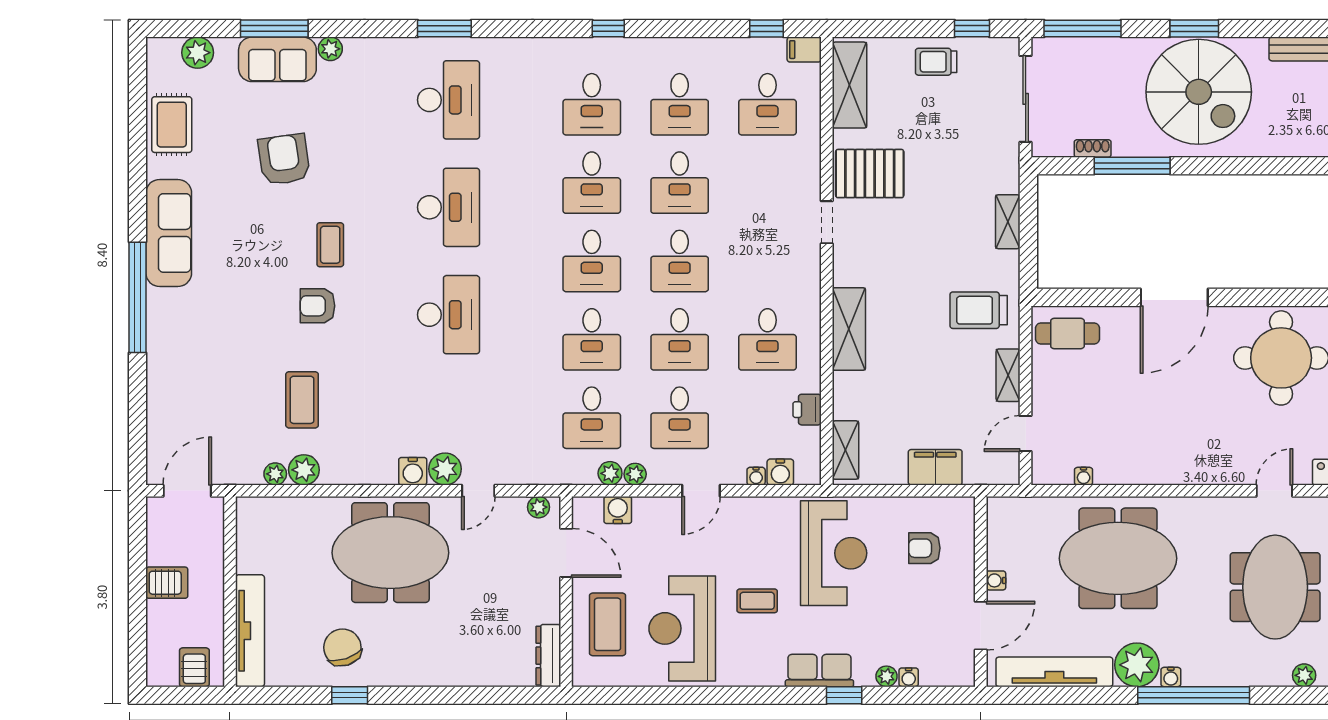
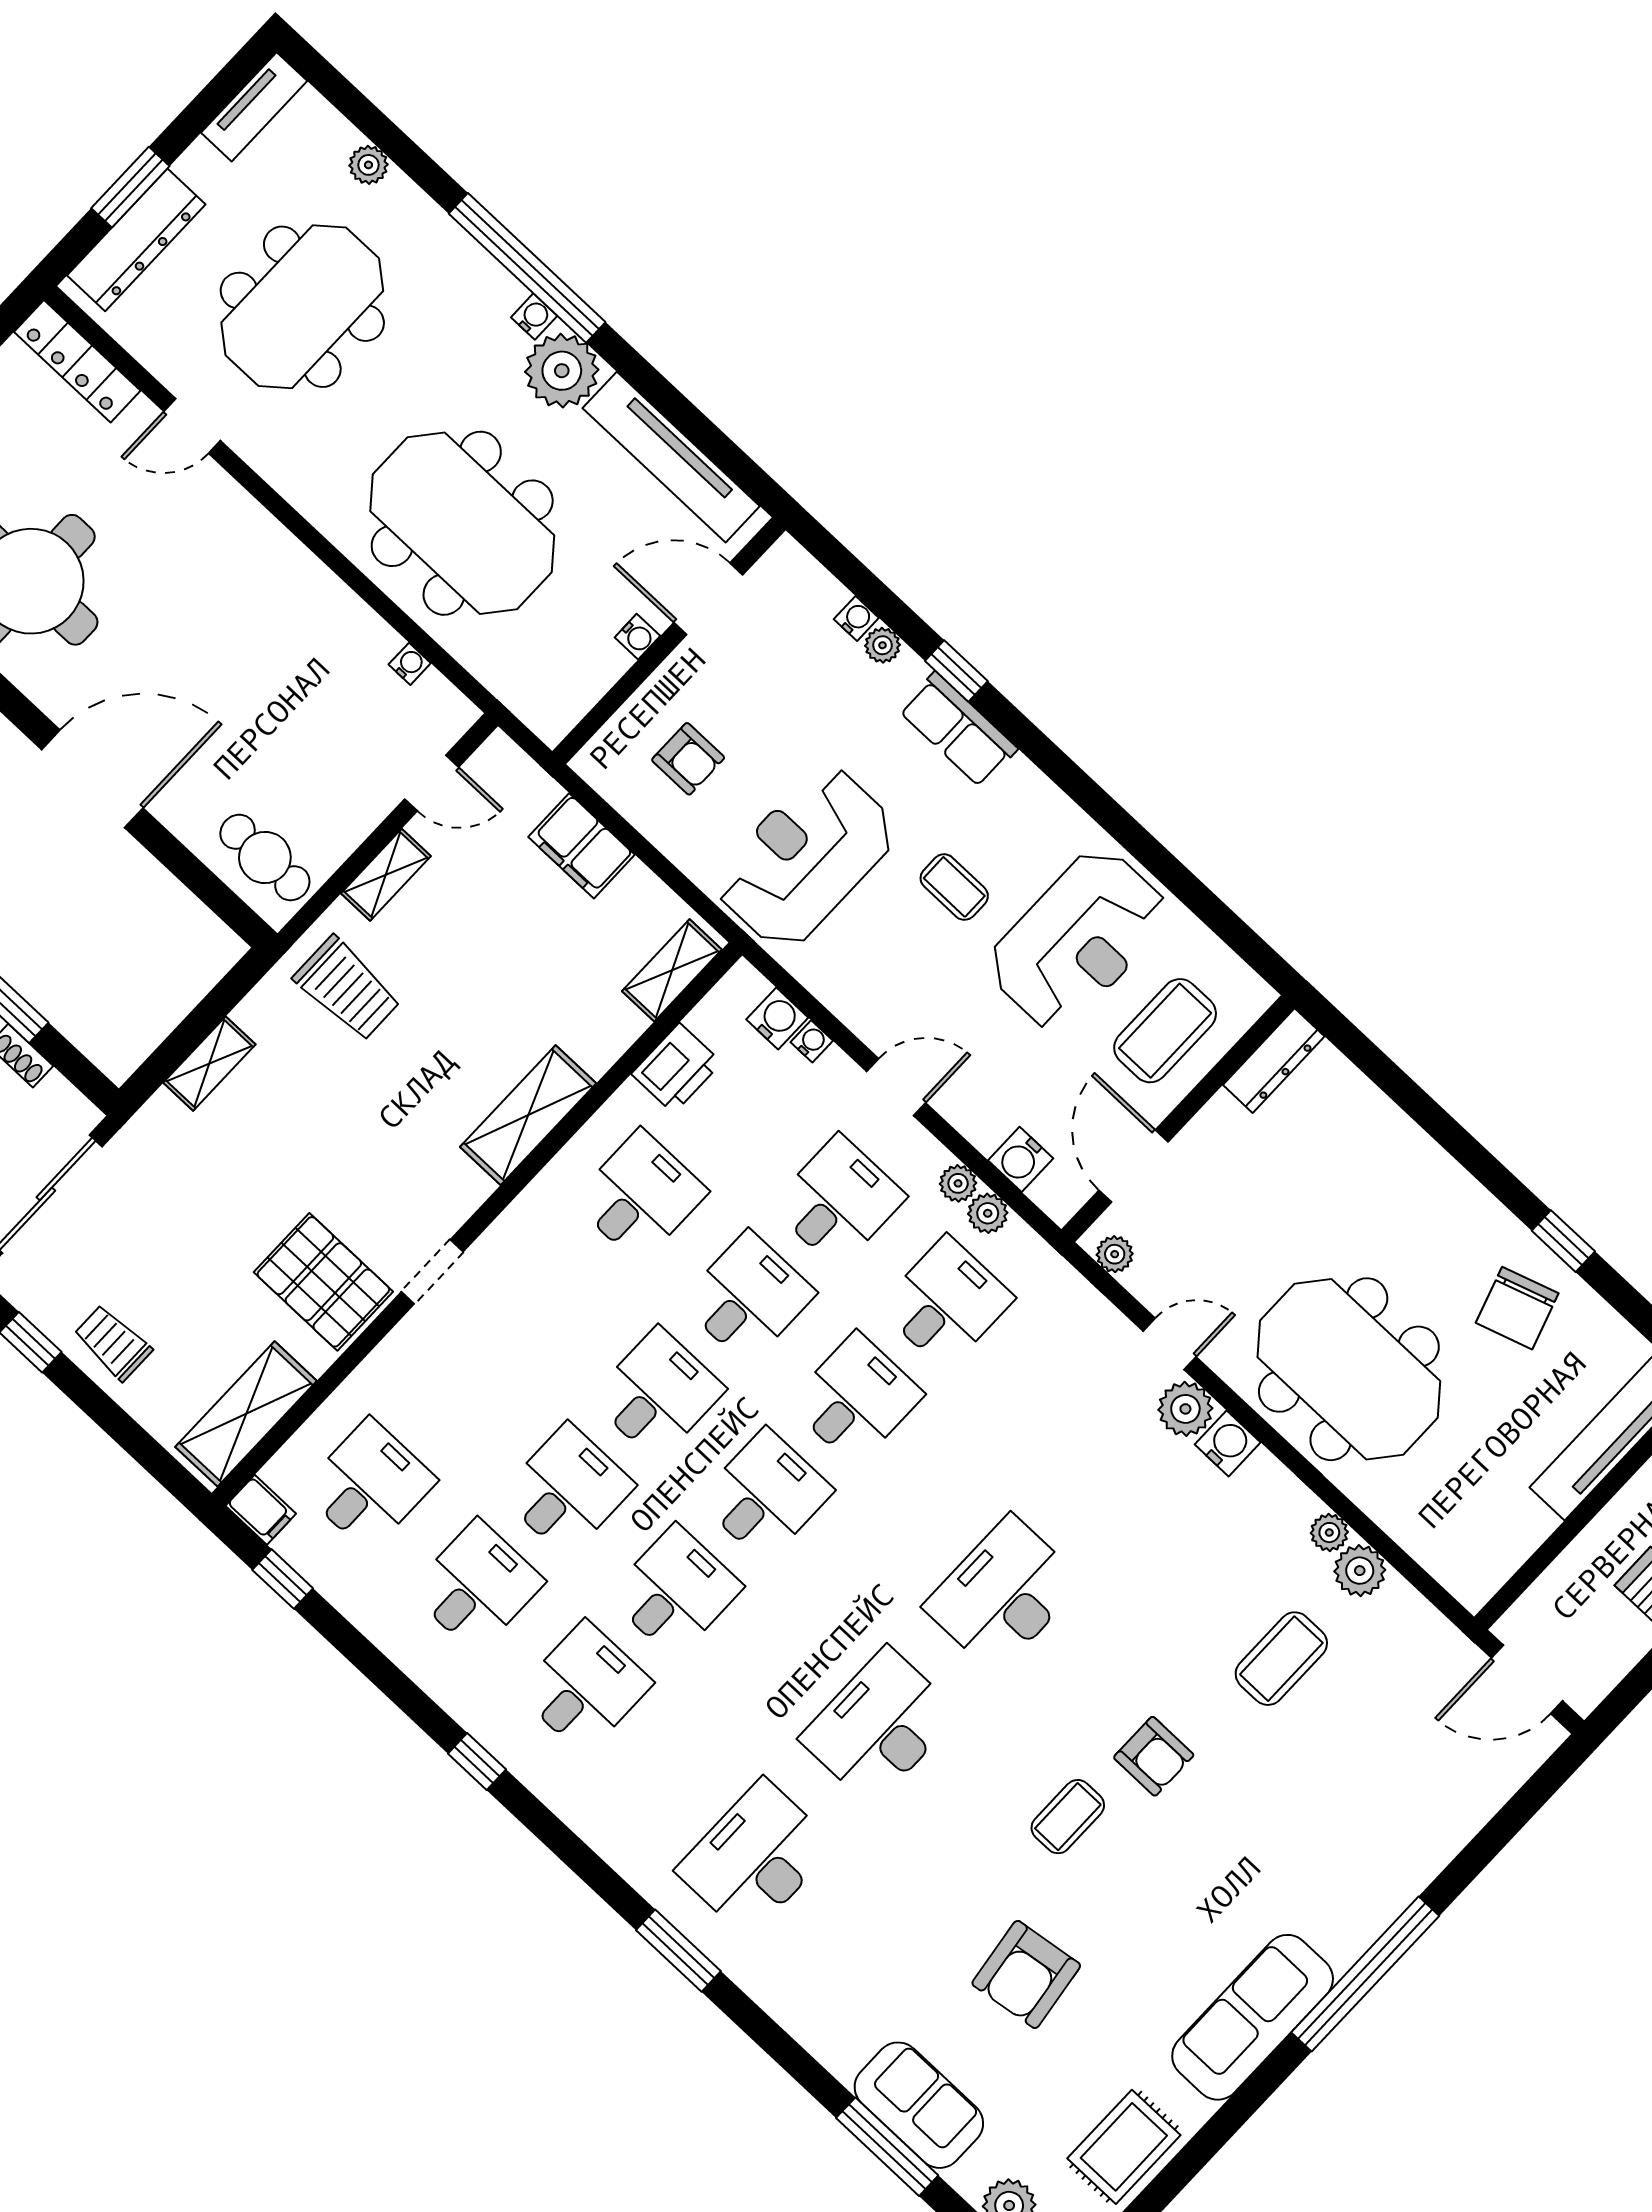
plant: (330, 49) -> (842, 2057), removed
trolley: (936, 62) -> (113, 1343), turned 180
printer: (807, 410) -> (677, 1068), width x1.36, depth x1.24
plant: (275, 474) -> (1329, 1533), moved

